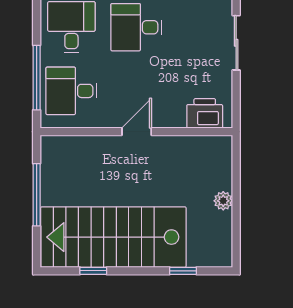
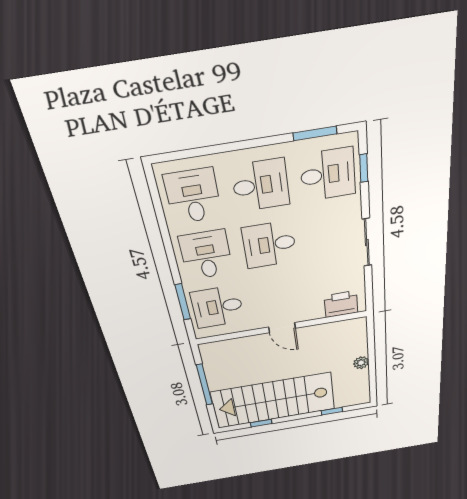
window: (37, 78) -> (183, 302), width x0.69
door: (137, 132) -> (282, 328), swing flipped

